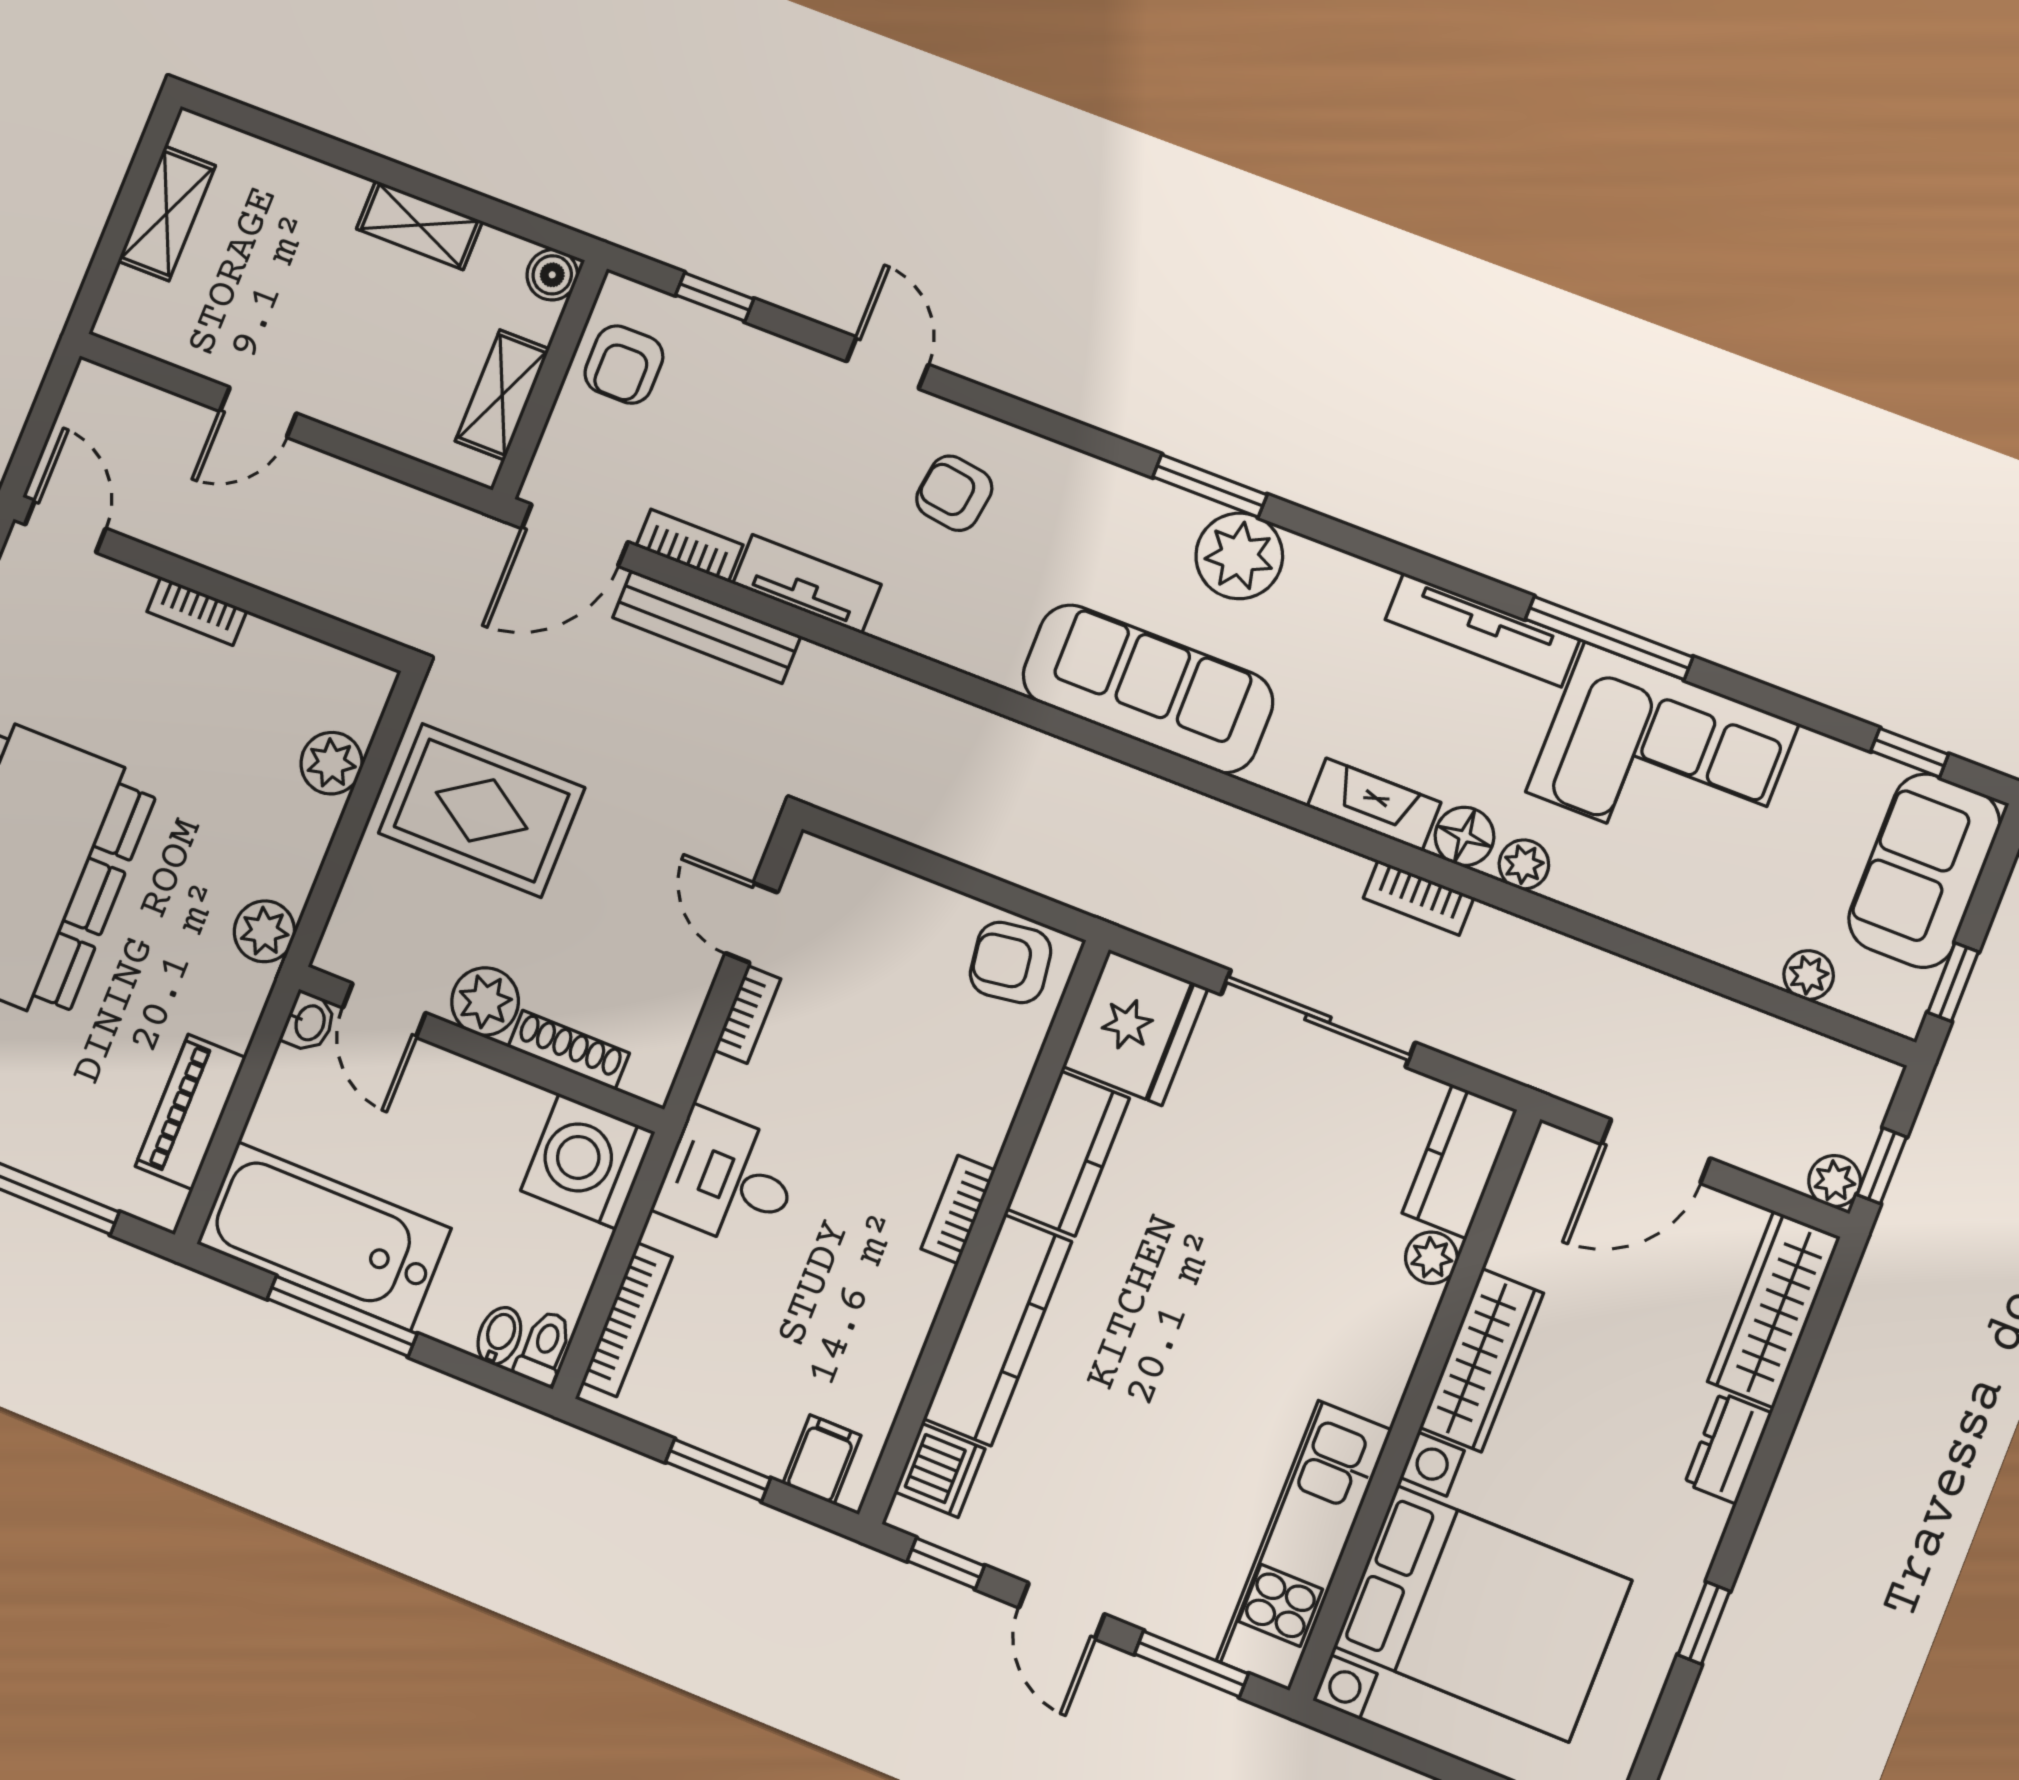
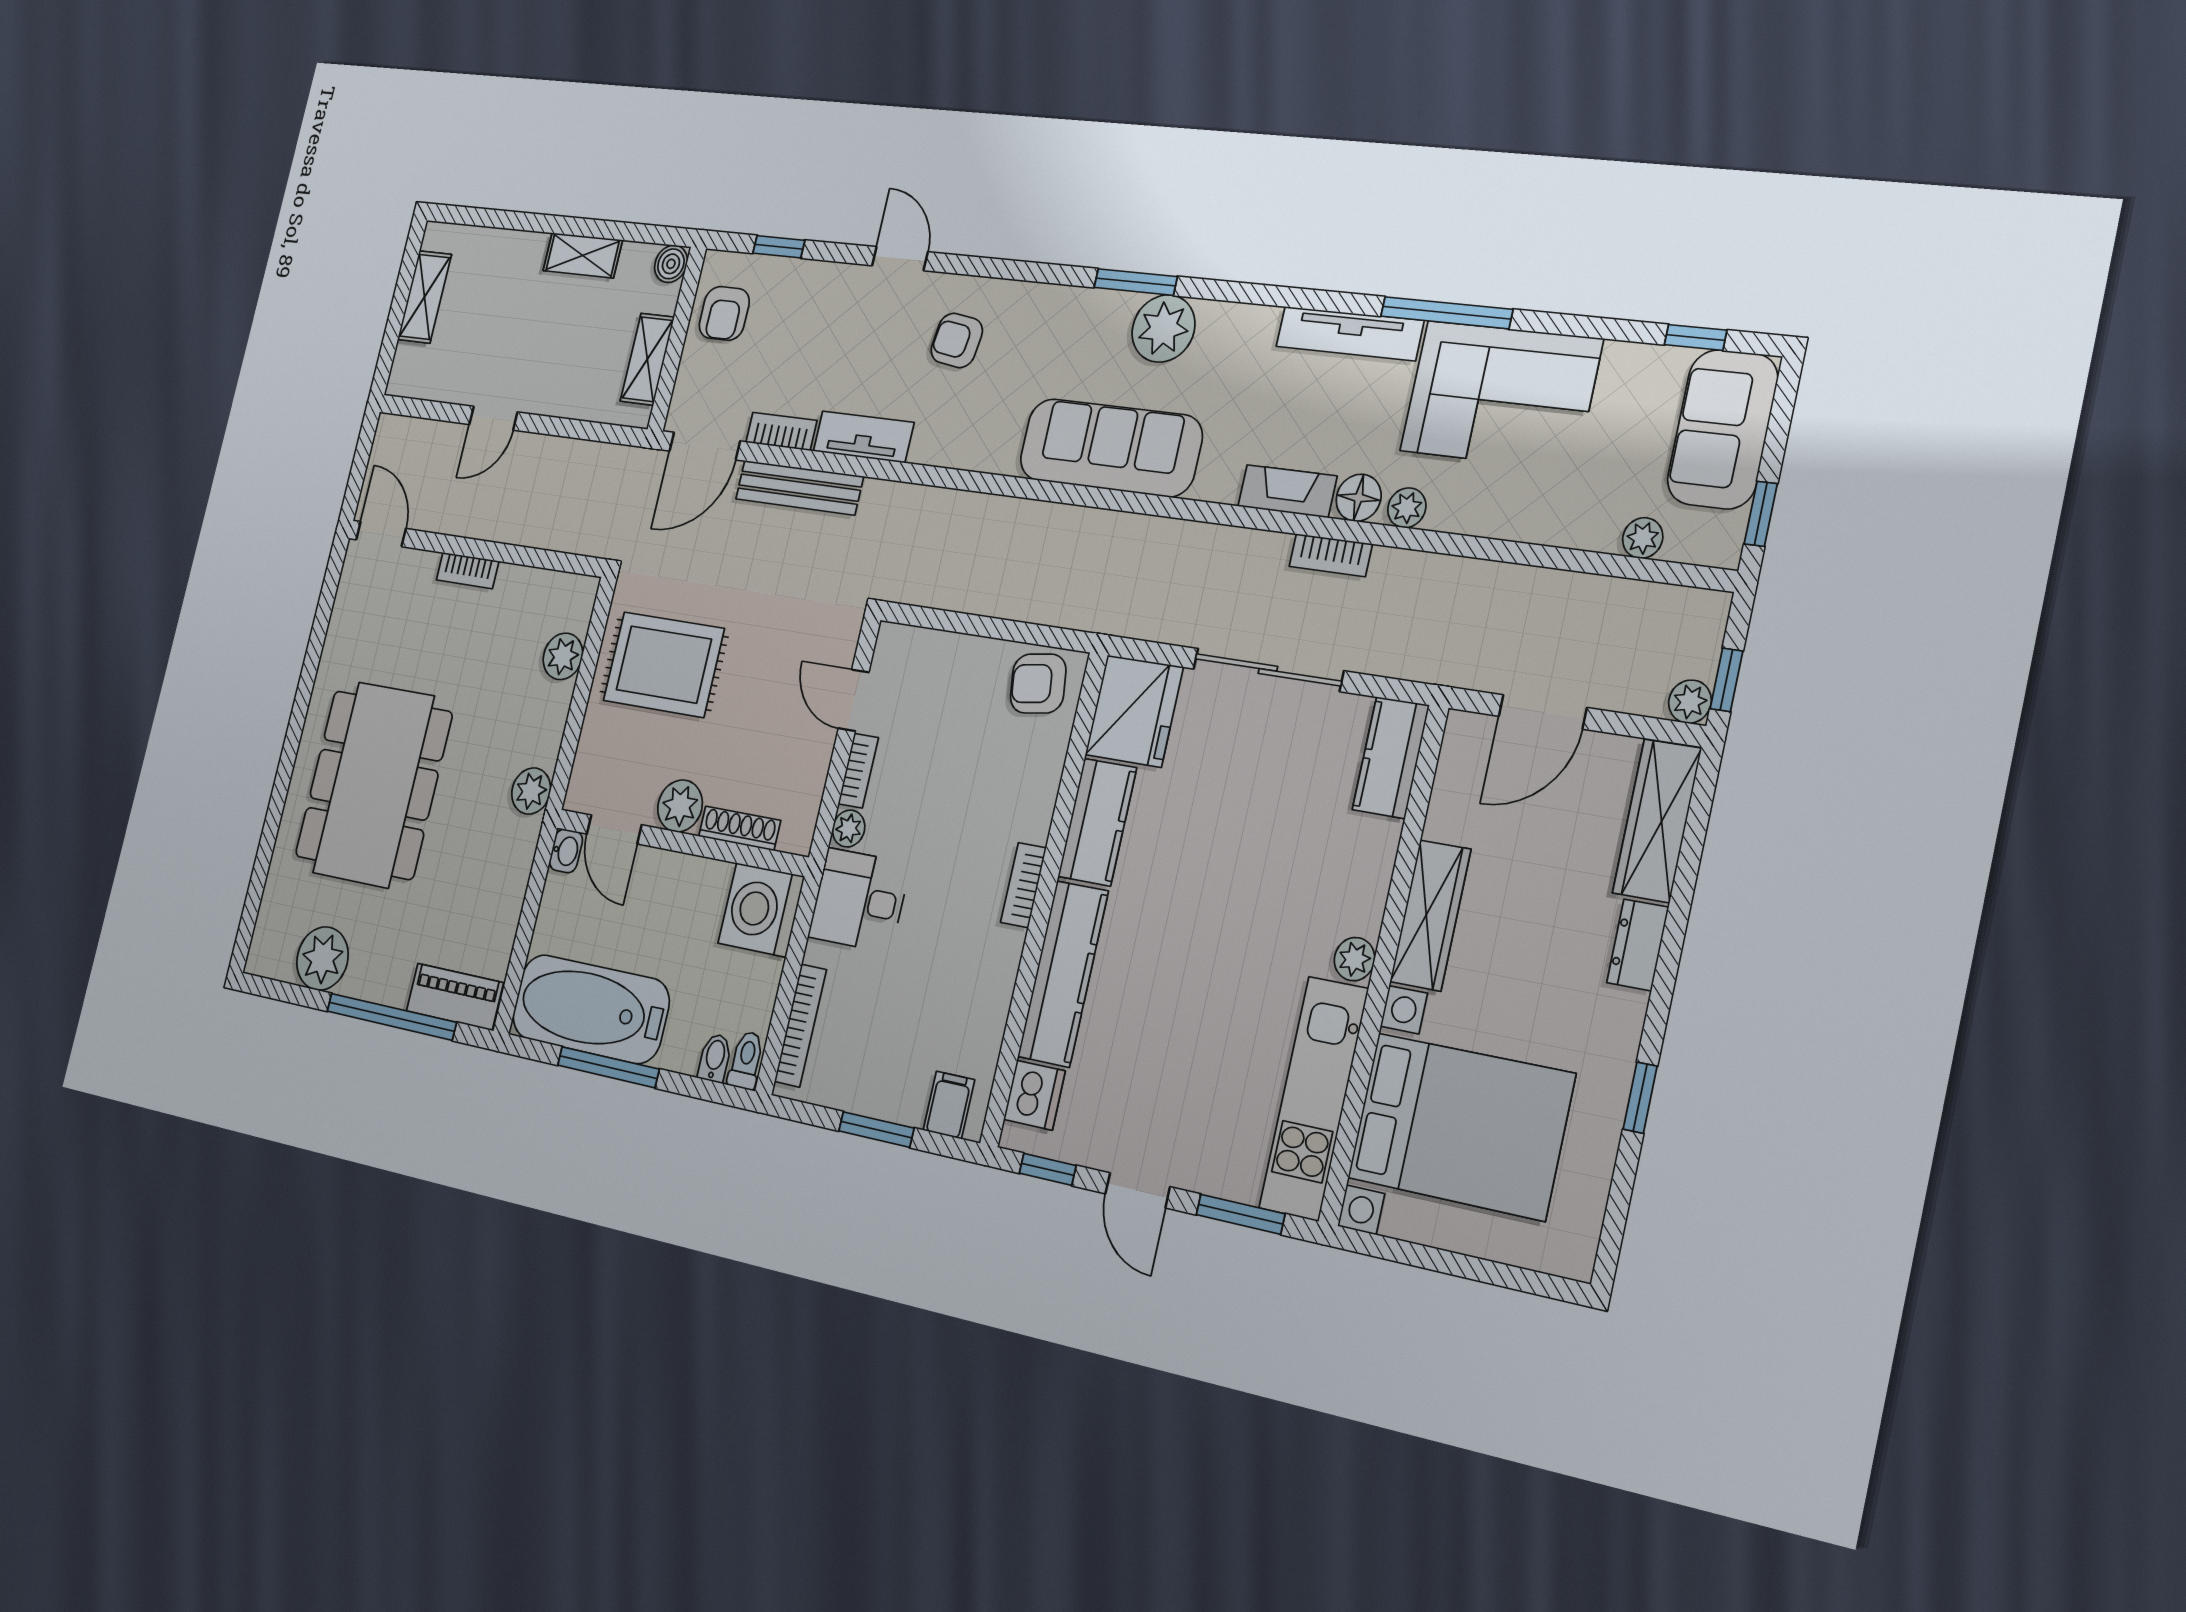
plant: (725, 1085) -> (849, 829), added
piano: (191, 1112) -> (455, 997), moved, turned 90
plant: (1431, 1258) -> (1355, 959), moved

